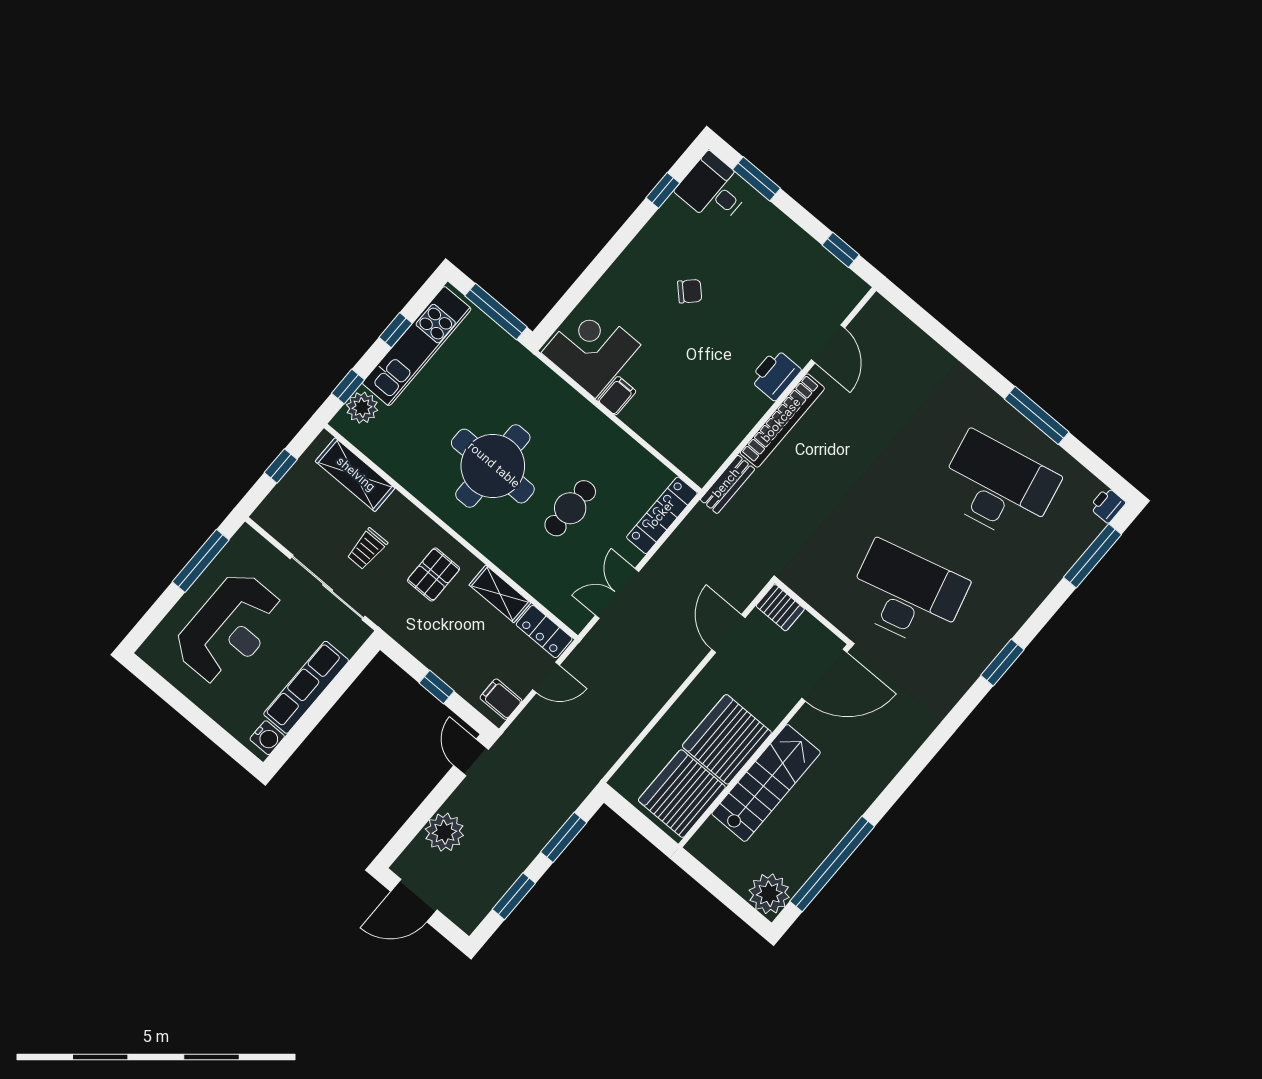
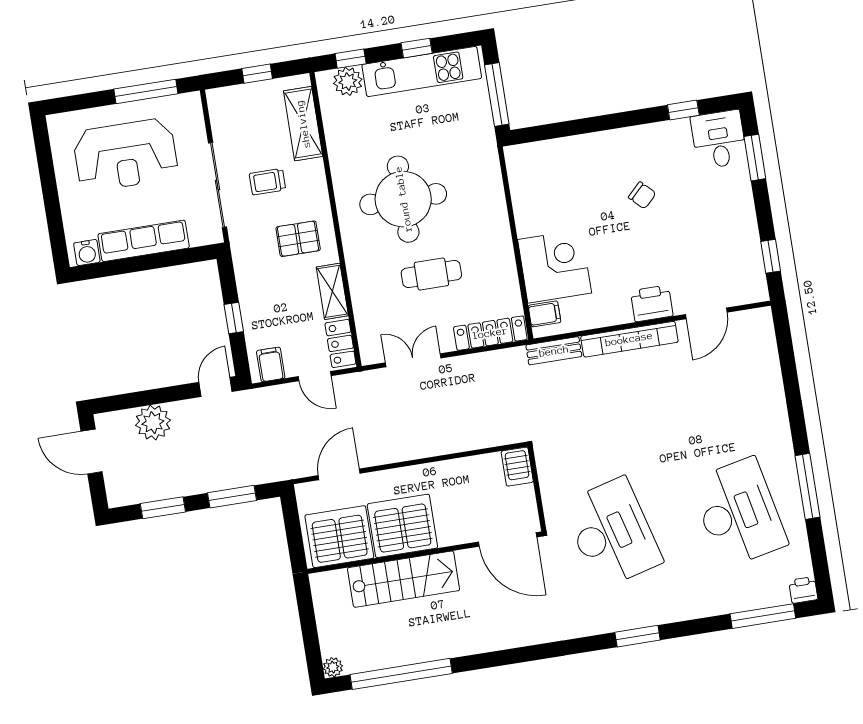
corner desk: (591, 349) -> (555, 266), moved
filing cabinet: (617, 396) -> (544, 314), moved
door: (728, 634) -> (339, 474), moved
plant: (769, 894) -> (333, 667), width x0.53, depth x0.53

